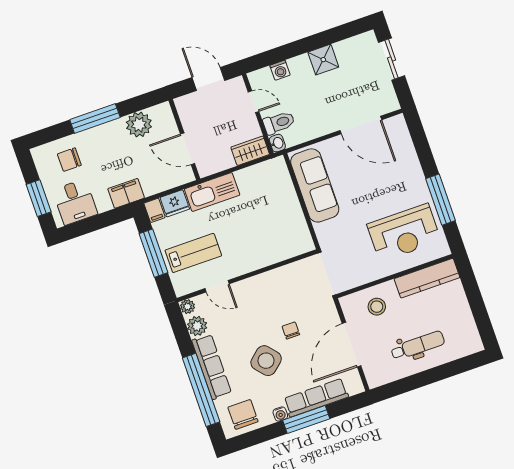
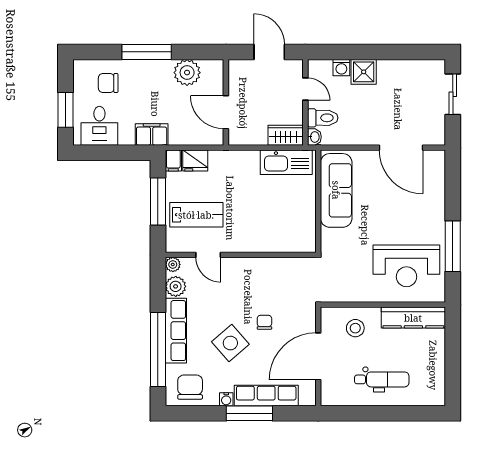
shower: (323, 60) -> (364, 72), moved
kitchen sink: (212, 192) -> (286, 162), moved

